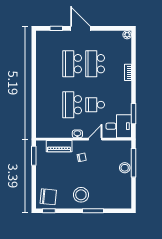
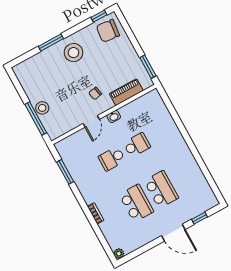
school desk: (72, 105) -> (137, 145), width x0.54
school desk: (95, 105) -> (112, 159), turned 180
desk: (119, 126) -> (74, 149), removed

